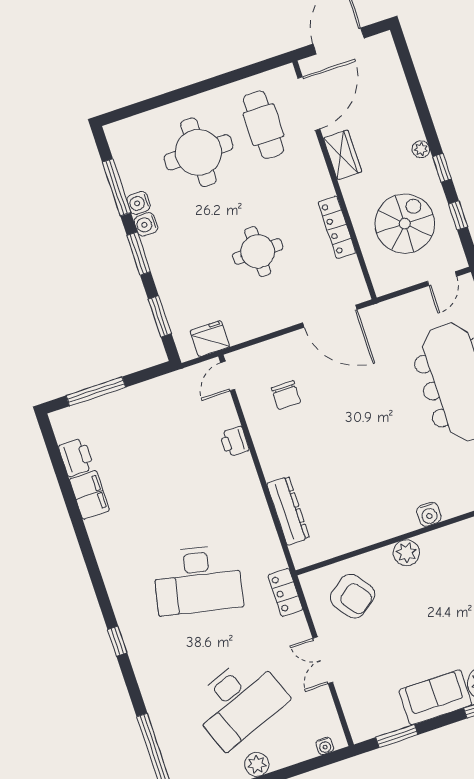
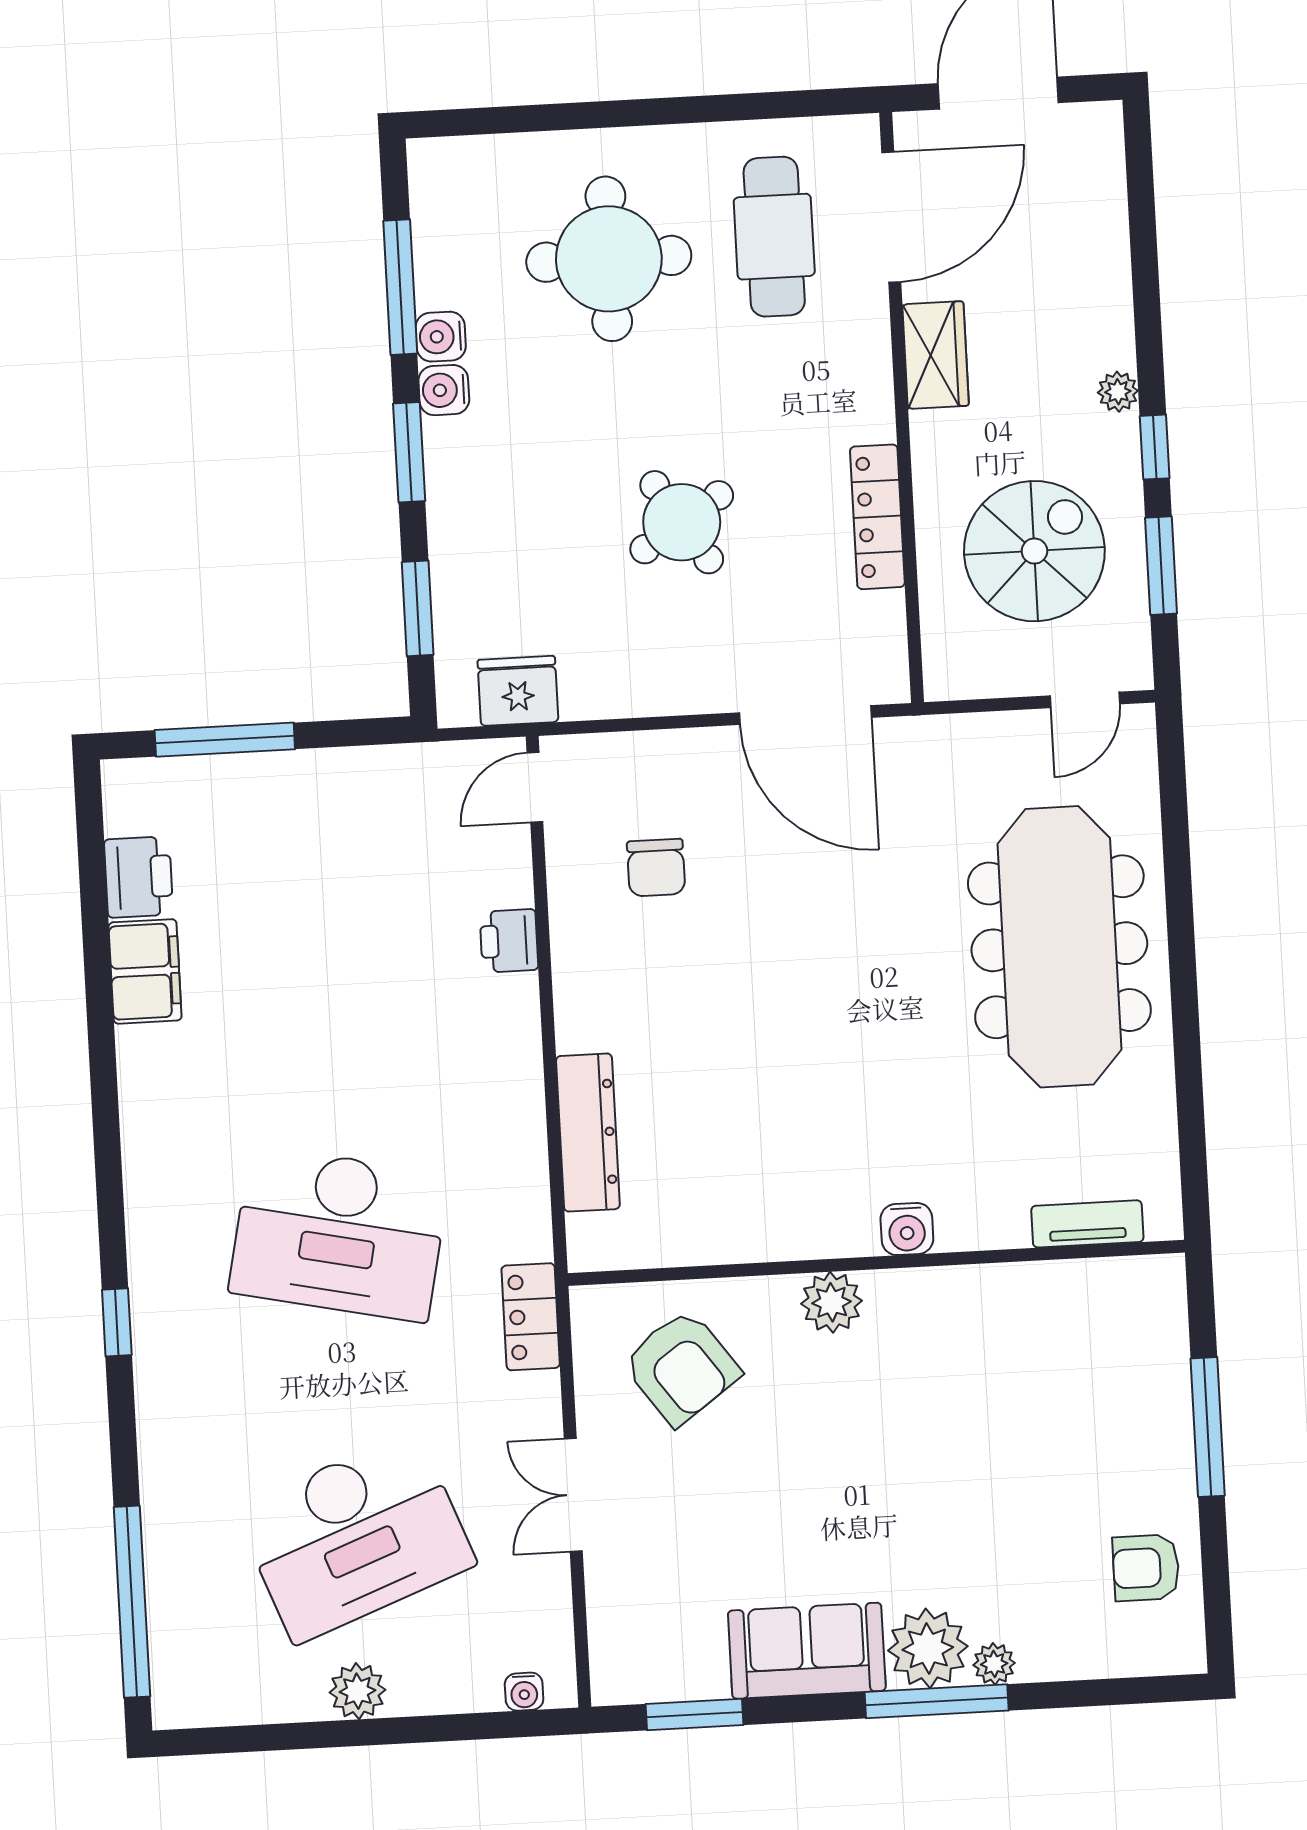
window: (458, 215) -> (1161, 566), width x1.50
round table: (258, 251) -> (682, 522), turned -33

